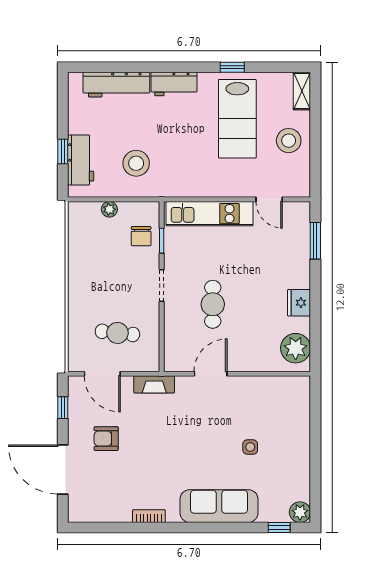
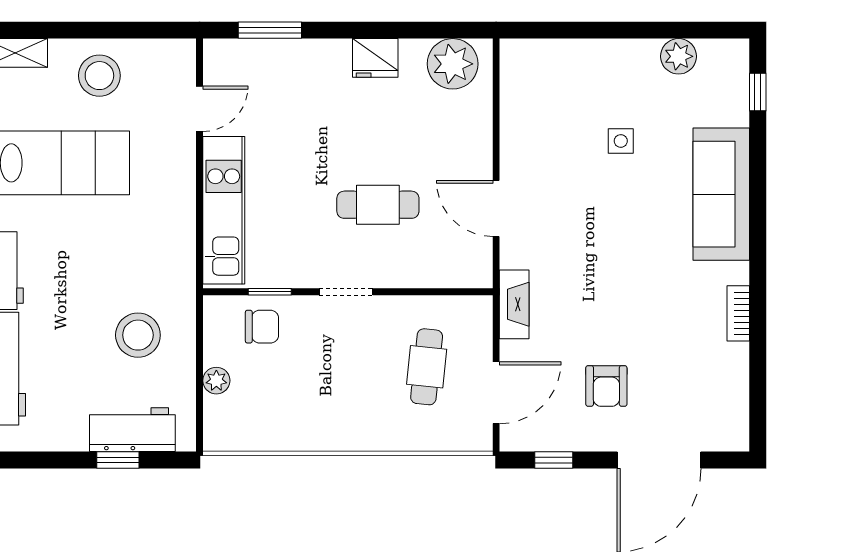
plant: (300, 512) -> (679, 56), moved

